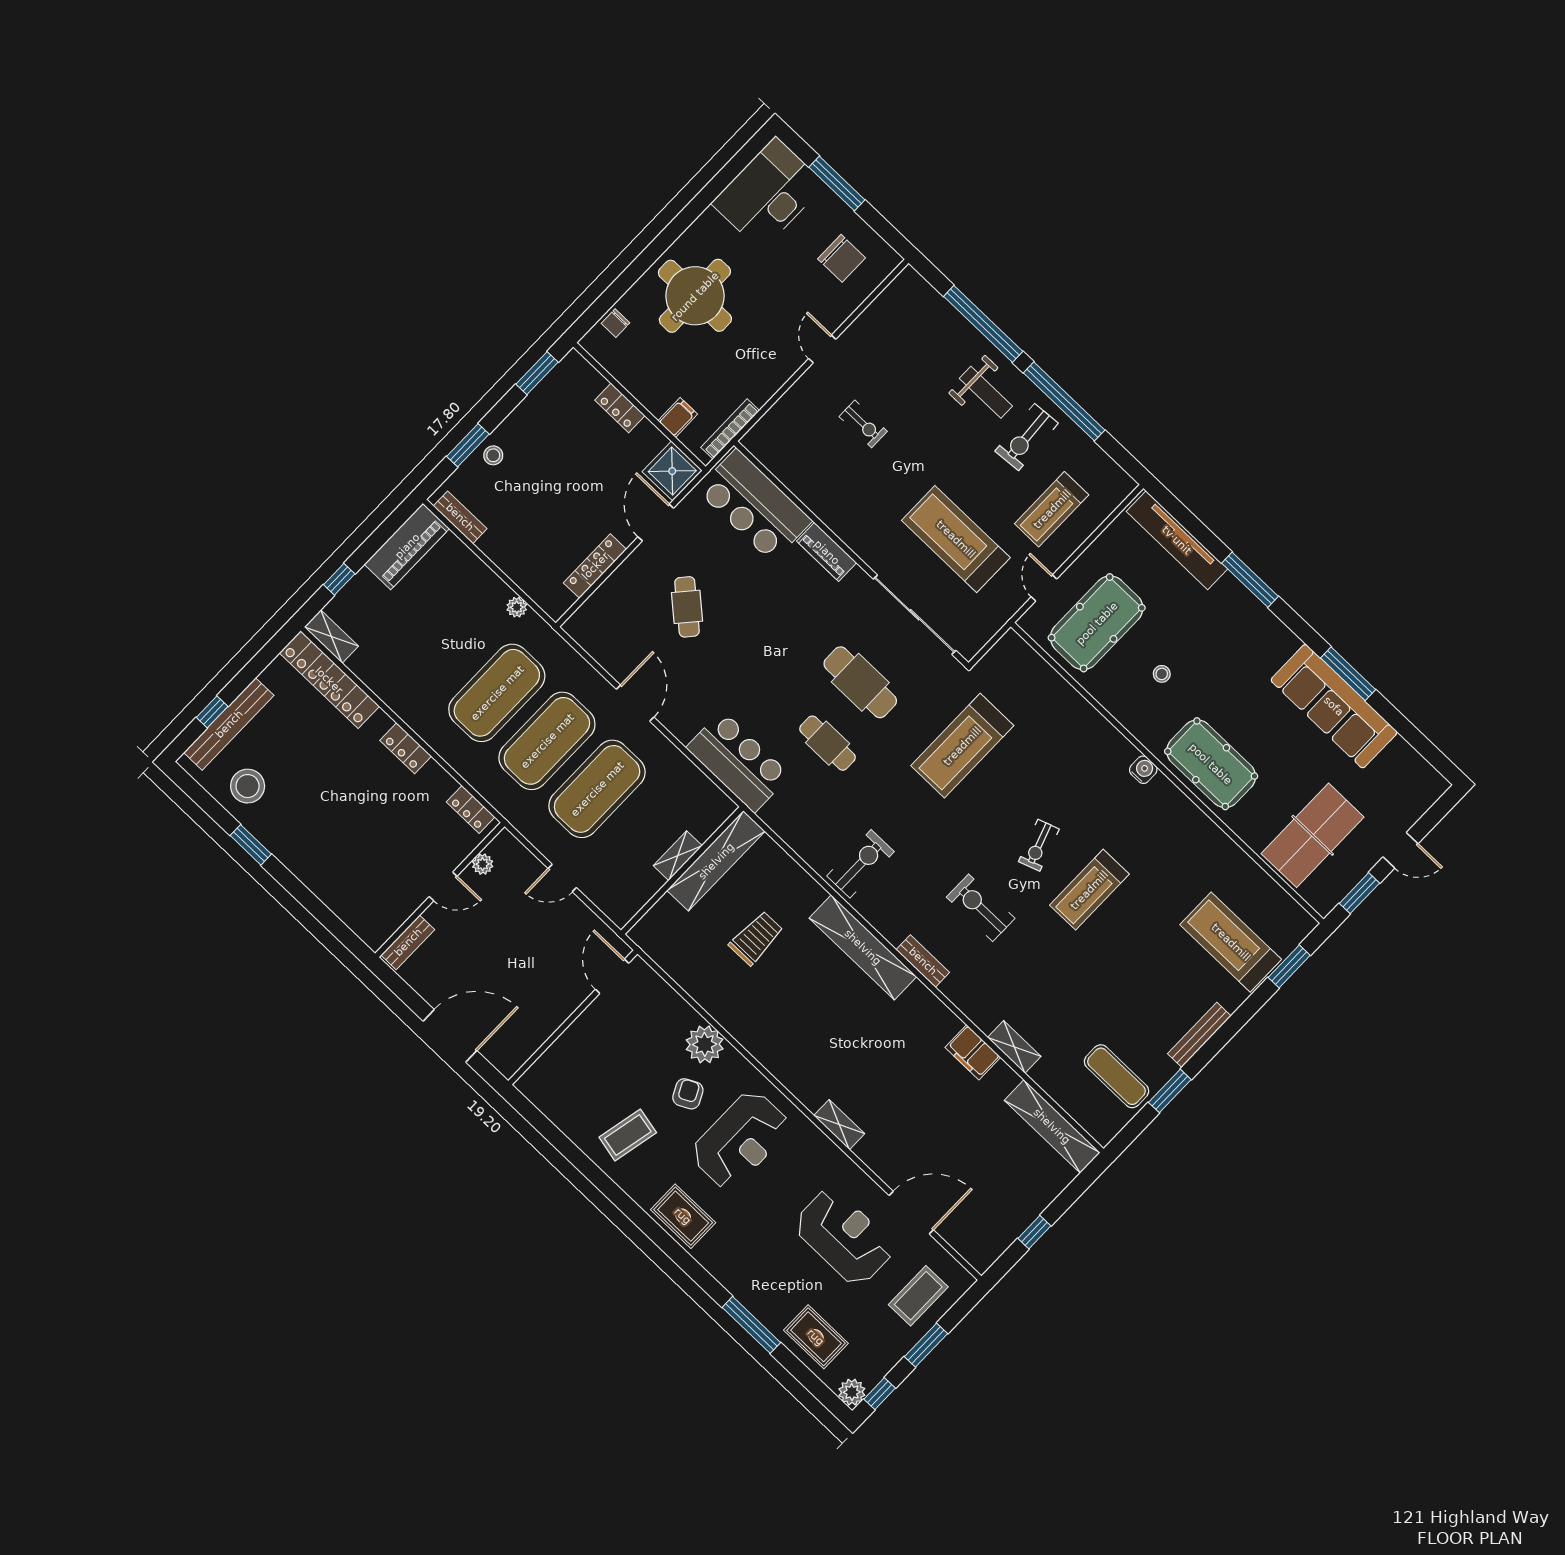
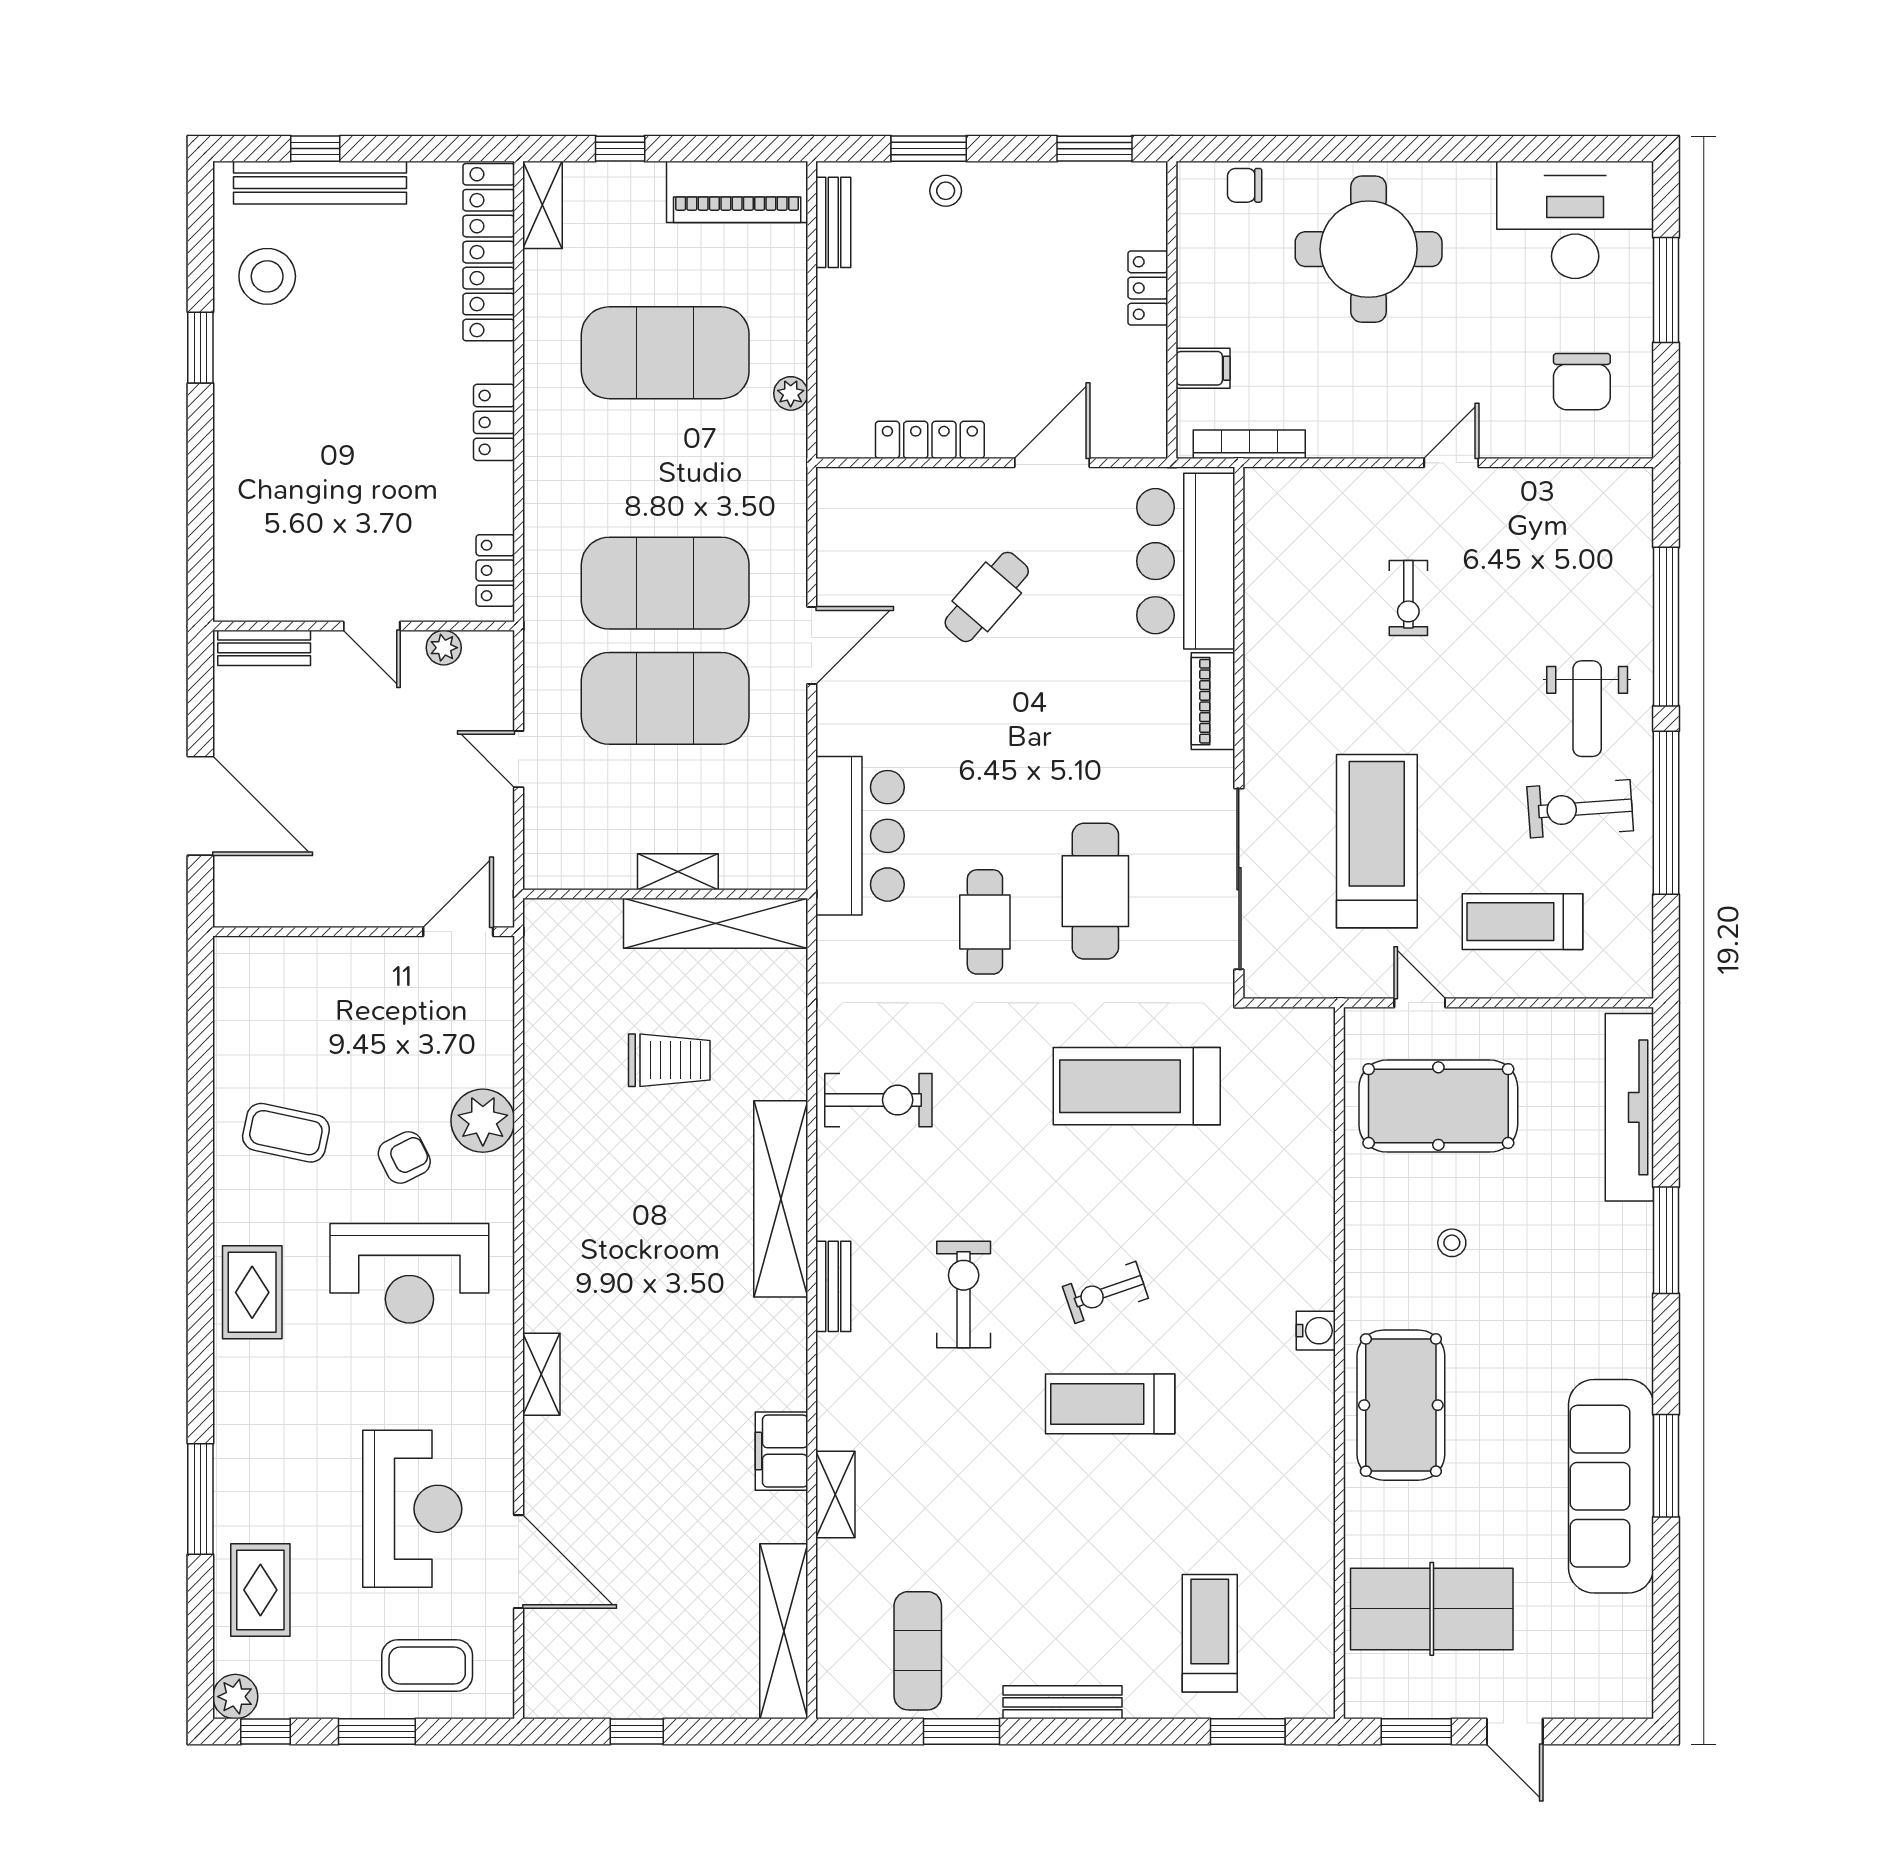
shower: (672, 471) -> (1132, 423), removed
door: (1044, 588) -> (1420, 1003), hinge flipped
exercise mat: (497, 693) -> (665, 353), moved
treadmill: (1231, 942) -> (1210, 1633), width x0.73, depth x0.73

